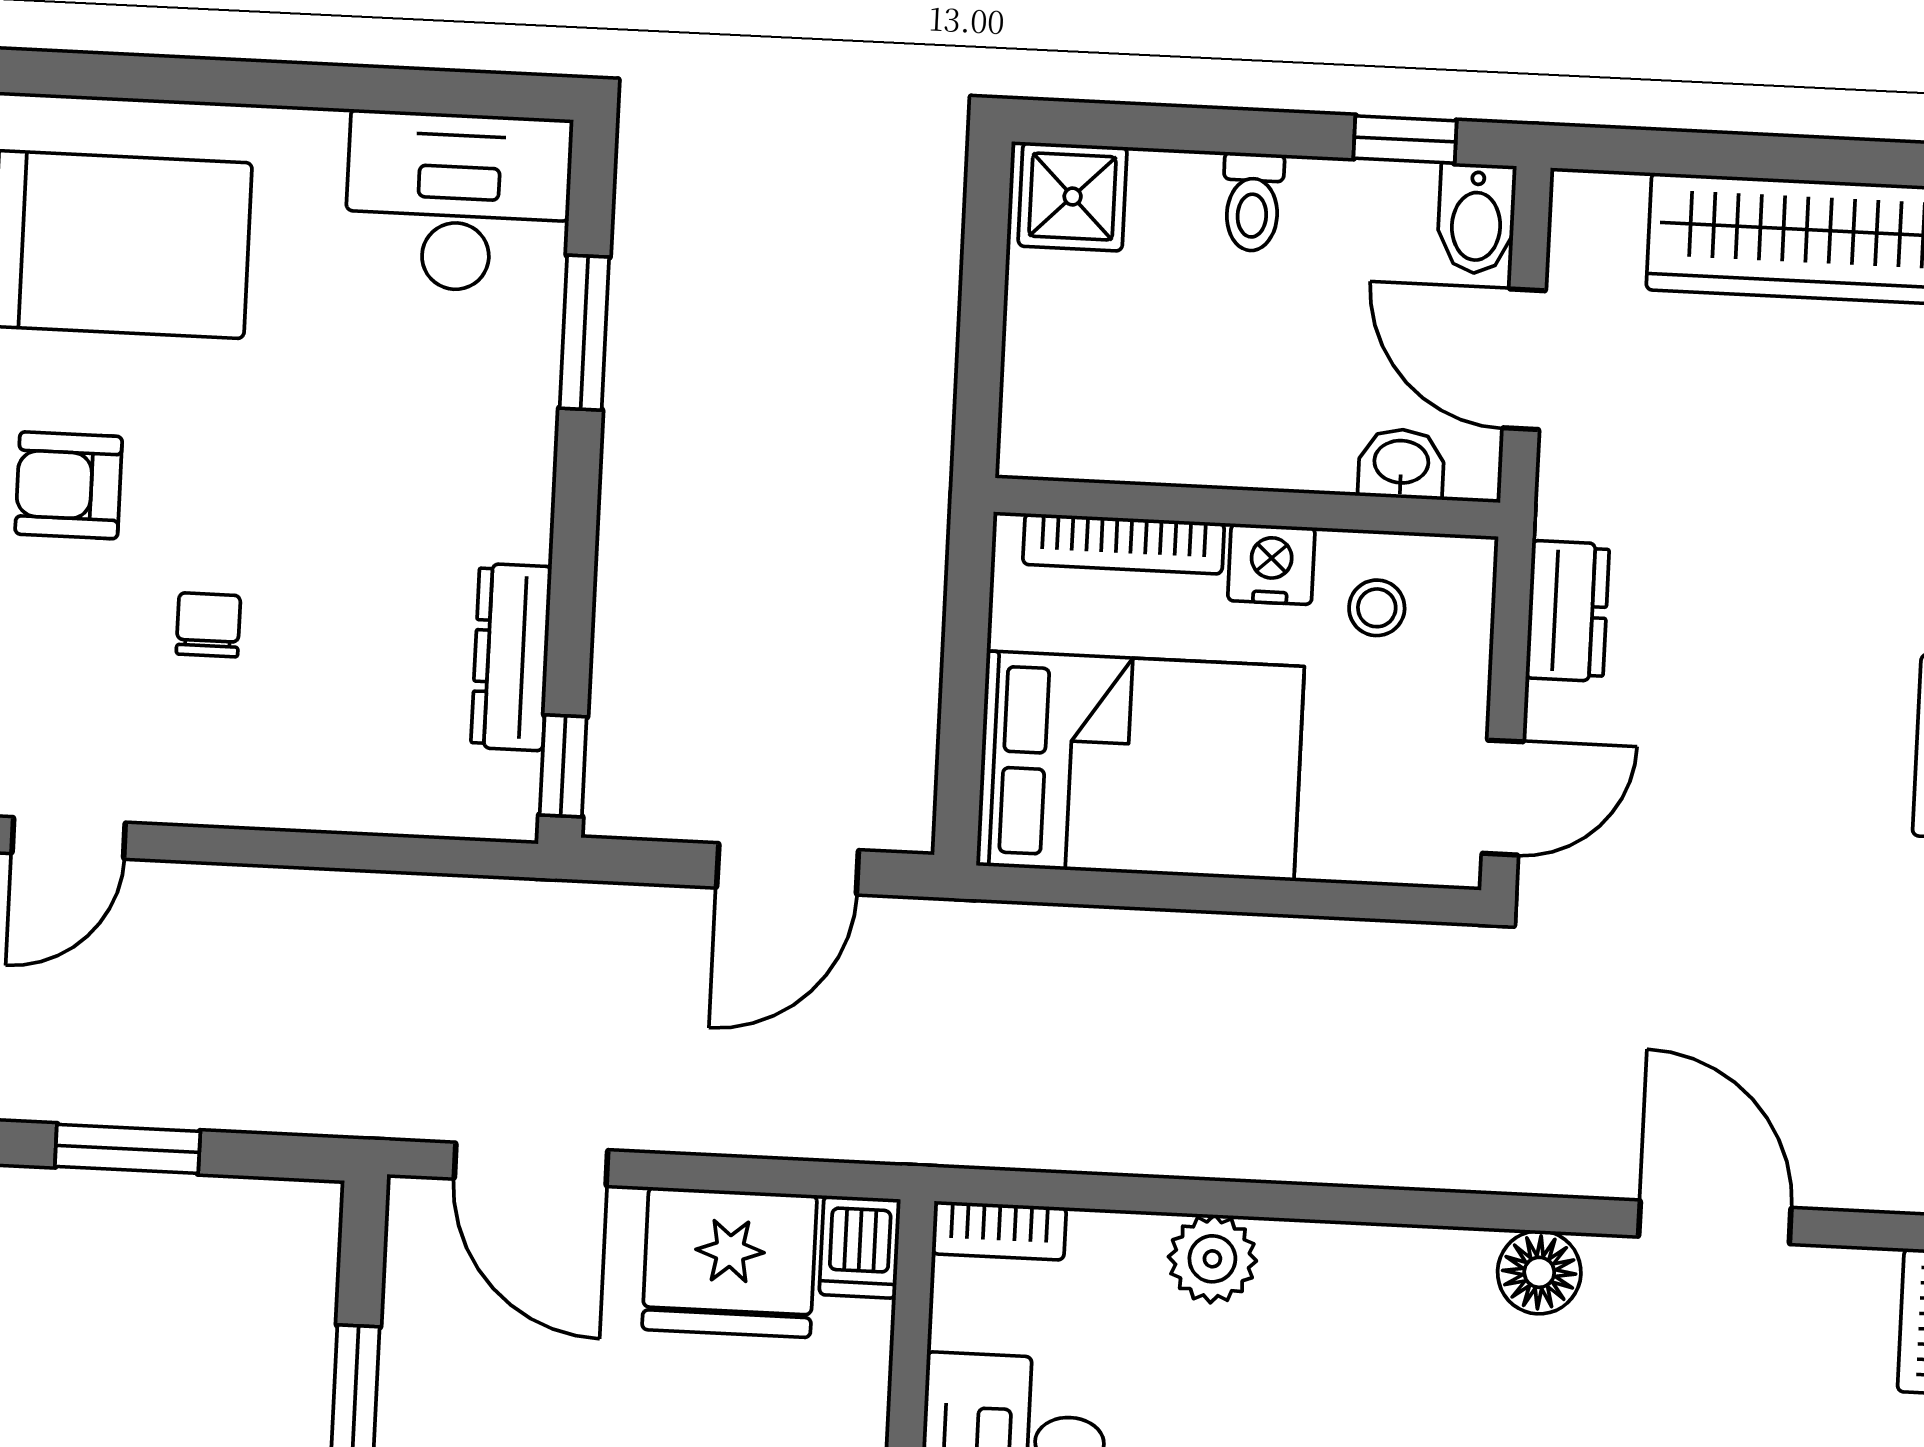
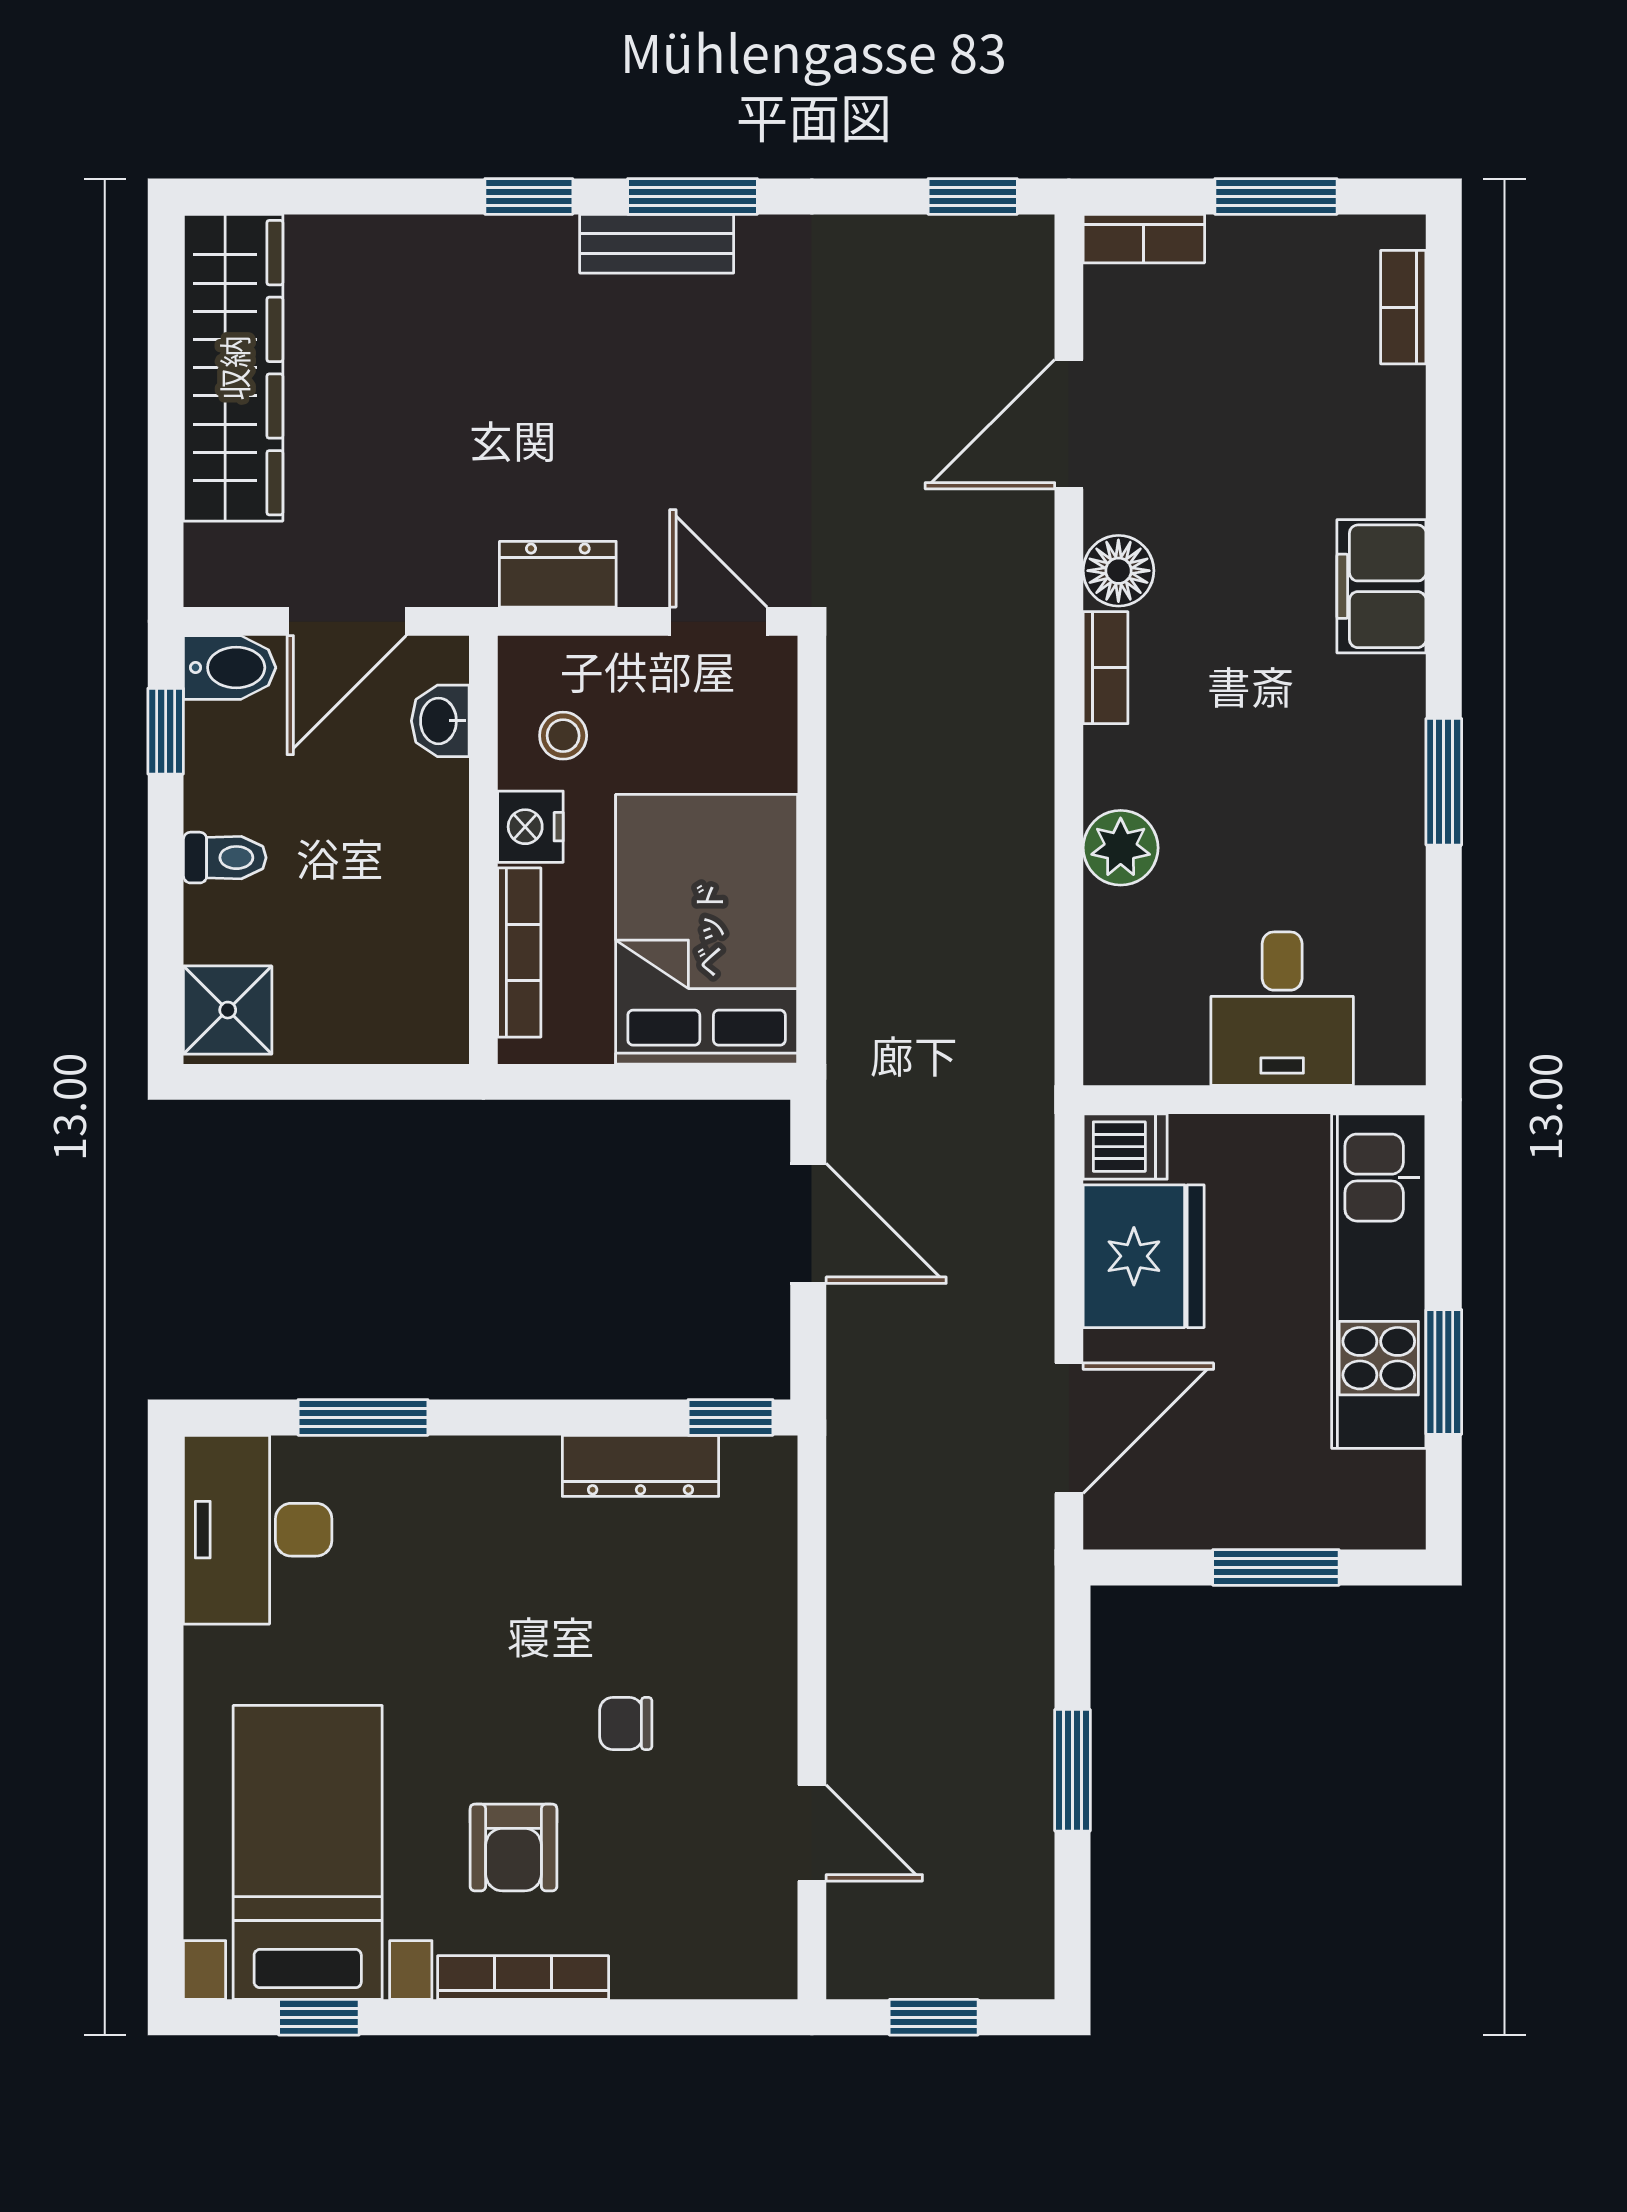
bookcase: (999, 1231) -> (1106, 668), moved

